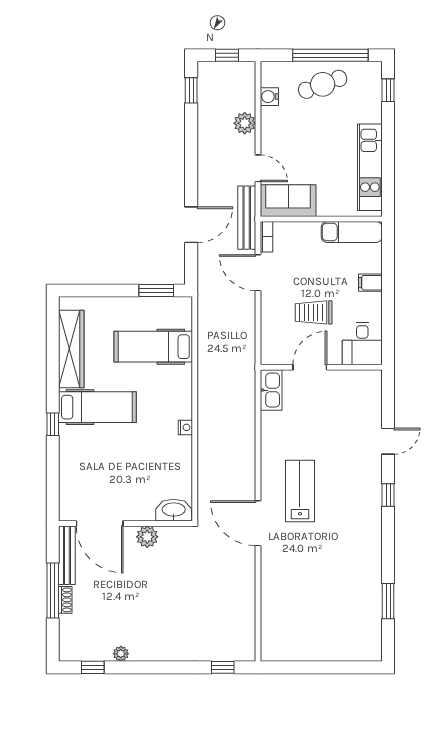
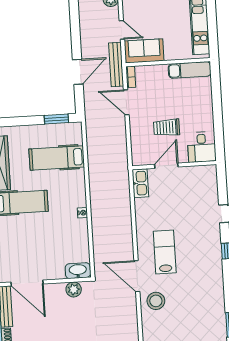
filing cabinet: (370, 283) -> (205, 104), removed
plant: (147, 537) -> (74, 289), moved
stool: (283, 560) -> (156, 301), added

